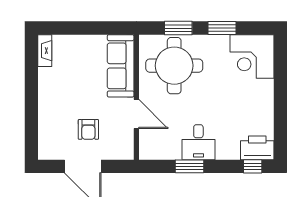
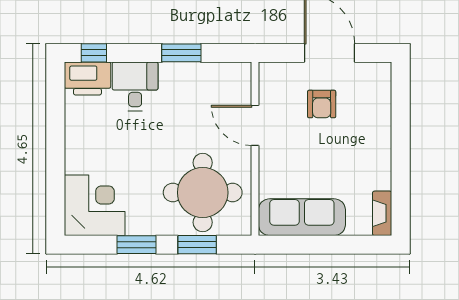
sofa: (121, 66) -> (302, 217), moved, turned -90
armchair: (88, 129) -> (322, 104), turned 180
desk: (198, 142) -> (135, 86), moved

